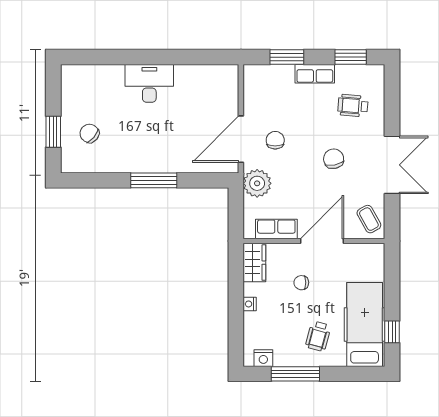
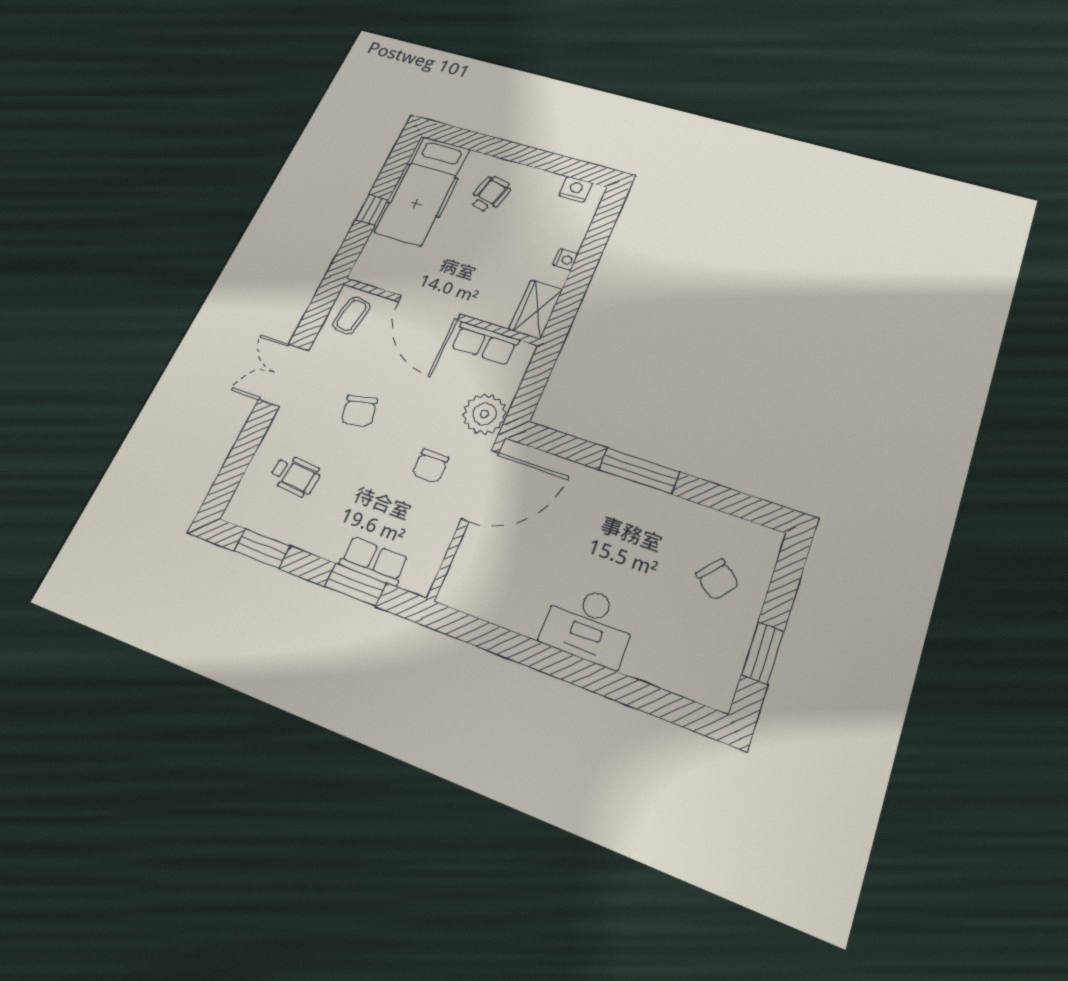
row of seats: (315, 74) -> (373, 561), moved
window: (53, 132) -> (763, 653), moved
double door: (392, 165) -> (284, 375), width x0.73
coffee table: (369, 219) -> (351, 315), turned 38
door: (322, 241) -> (429, 308), hinge flipped
chair: (301, 283) -> (482, 264), removed
window: (392, 332) -> (372, 210), moved
window: (295, 374) -> (541, 160), removed

